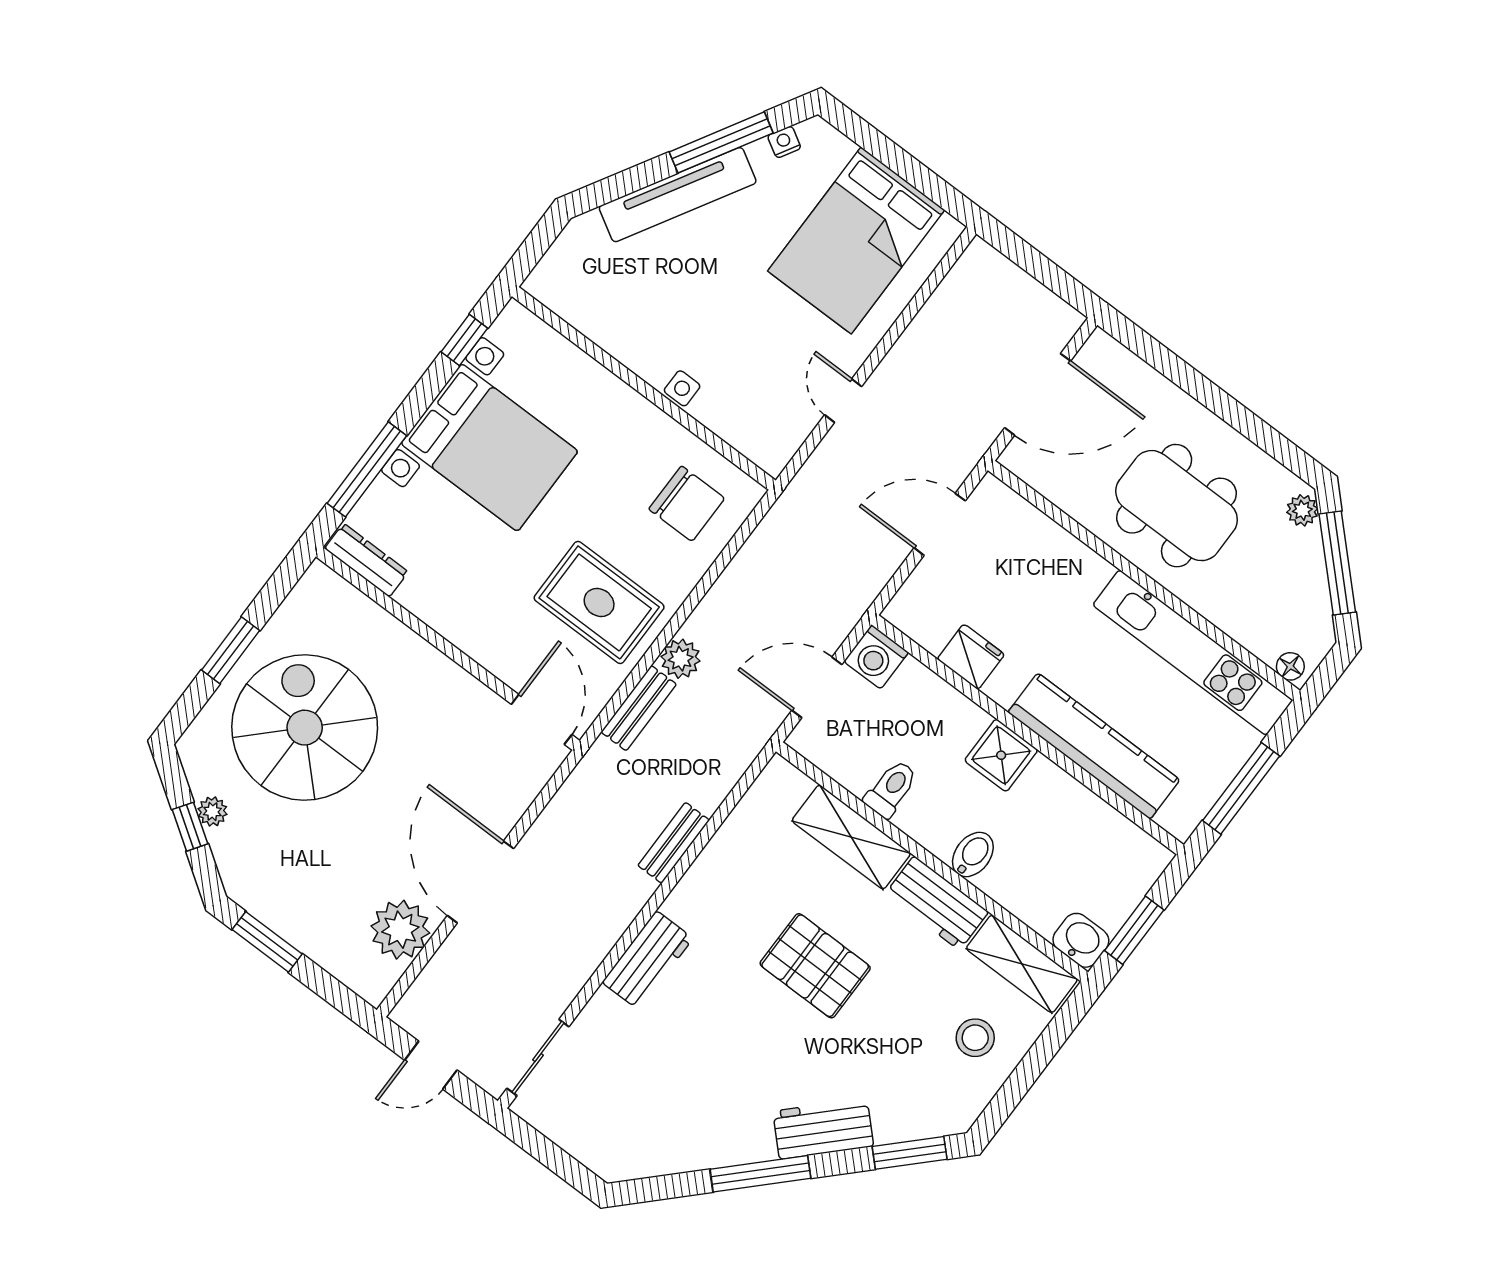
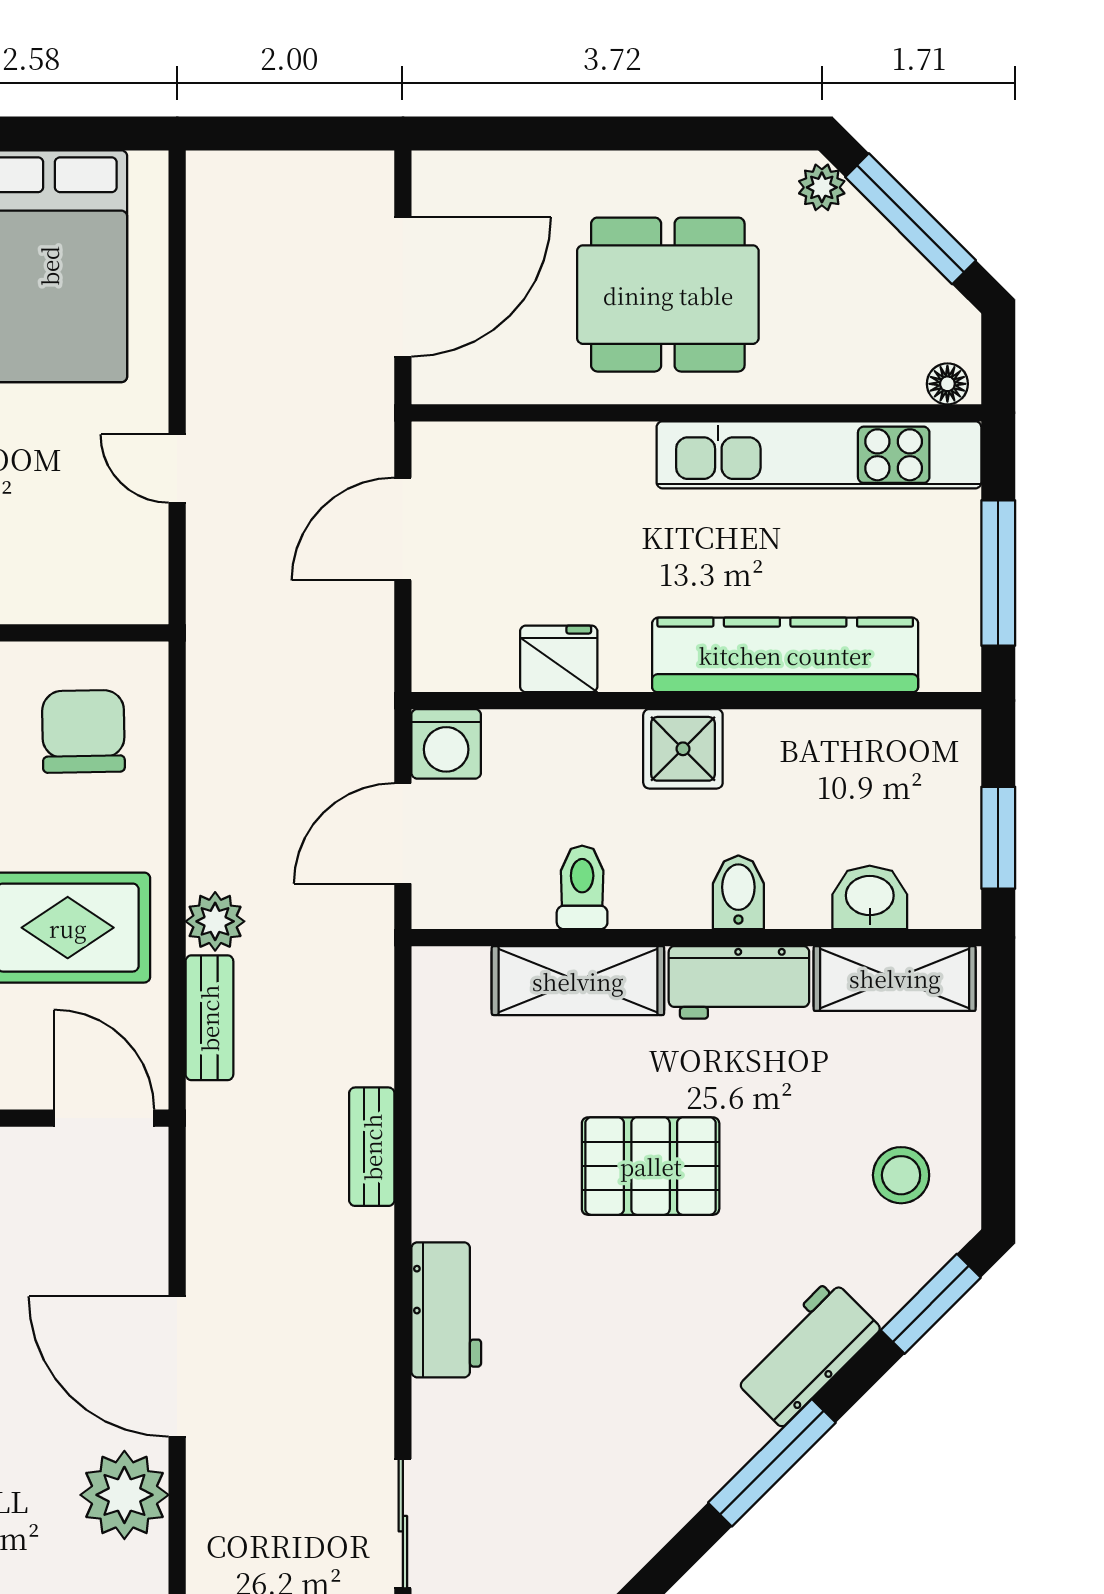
chair: (687, 504) -> (83, 731), turned -91
washbasin: (1081, 940) -> (870, 897), moved
stool: (975, 1038) -> (901, 1175), moved

